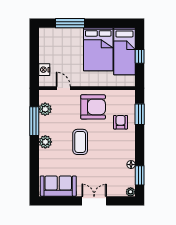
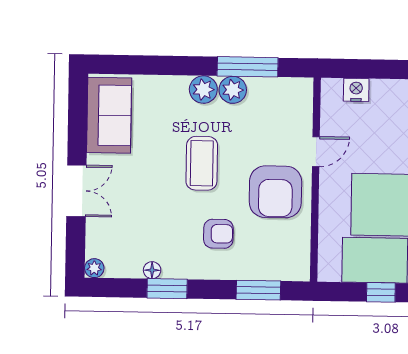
door: (63, 88) -> (316, 152), moved
plant: (45, 109) -> (233, 90), moved
armchair: (121, 122) -> (218, 234), moved
coffee table: (80, 142) -> (202, 163), turned 90
window: (140, 175) -> (167, 289), moved

